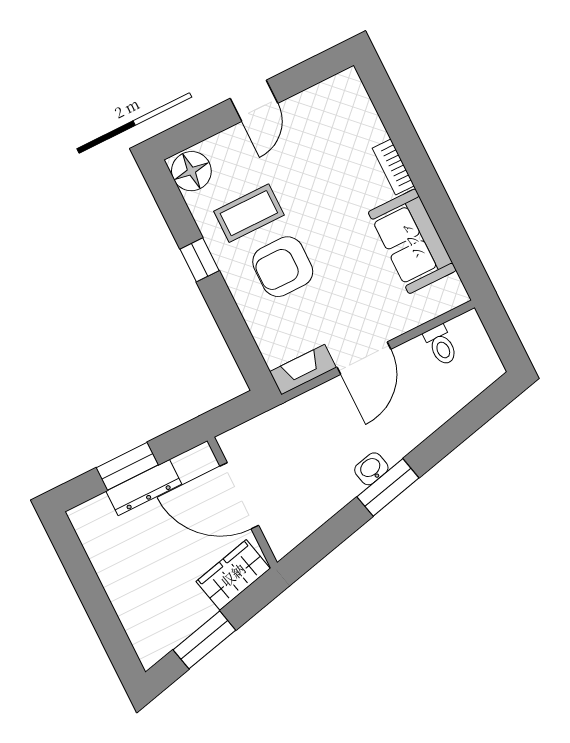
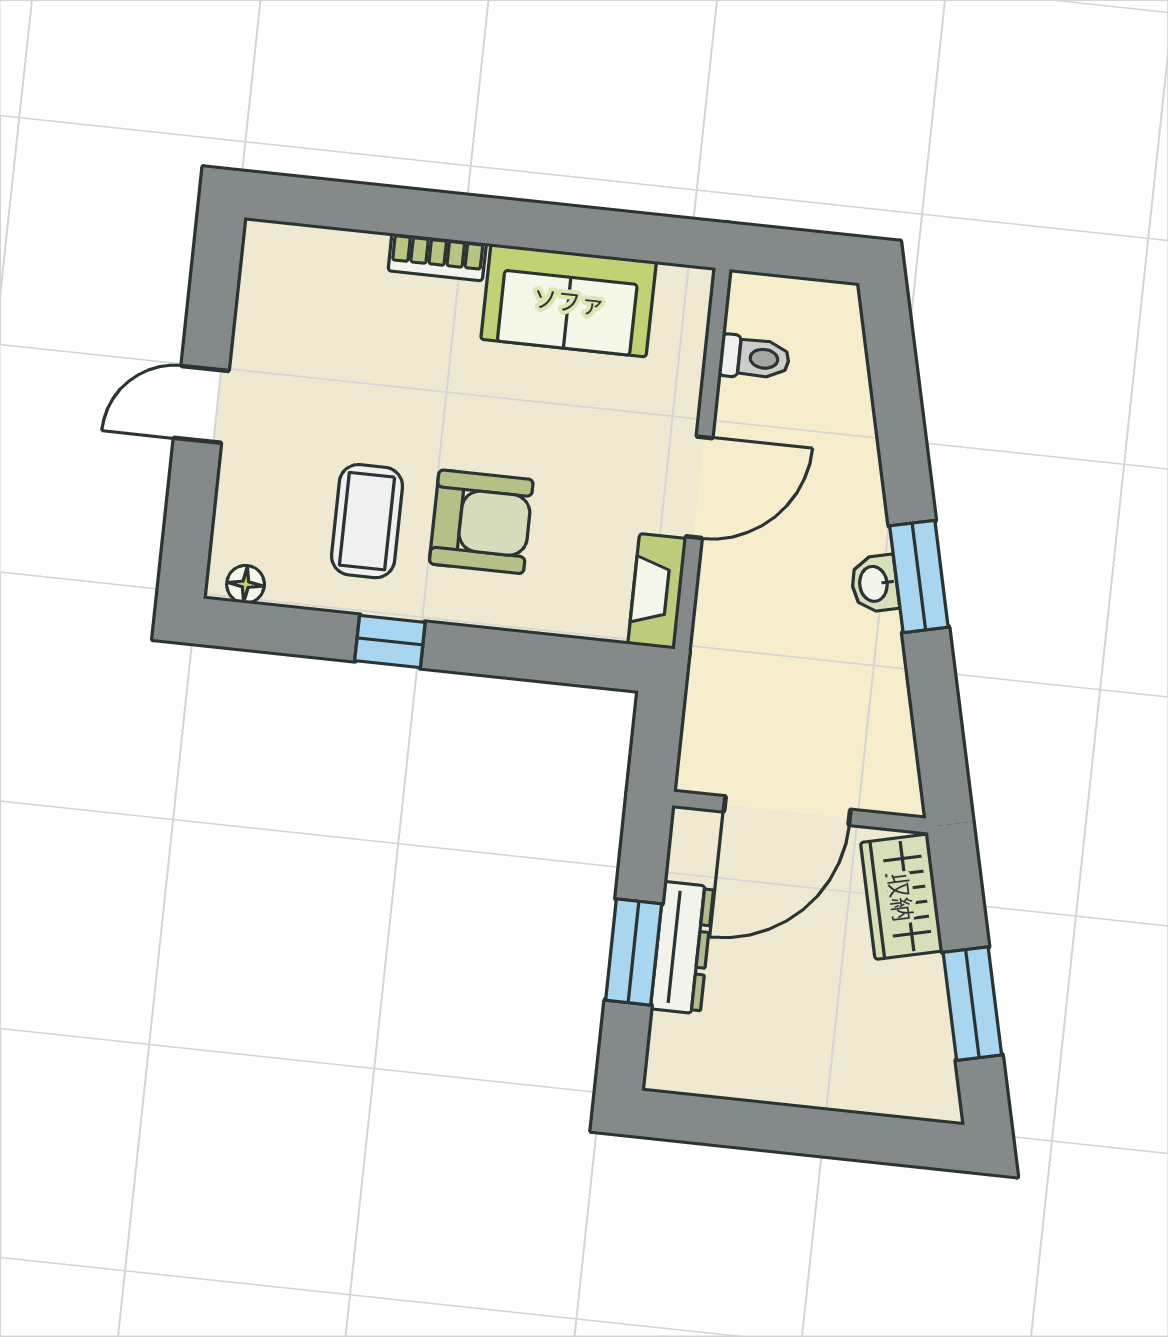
door: (254, 101) -> (201, 404), swing flipped
floor lamp: (191, 171) -> (246, 584), width x0.53, depth x0.53
armchair: (283, 267) -> (481, 522), turned -90
door: (364, 358) -> (699, 487), hinge flipped

